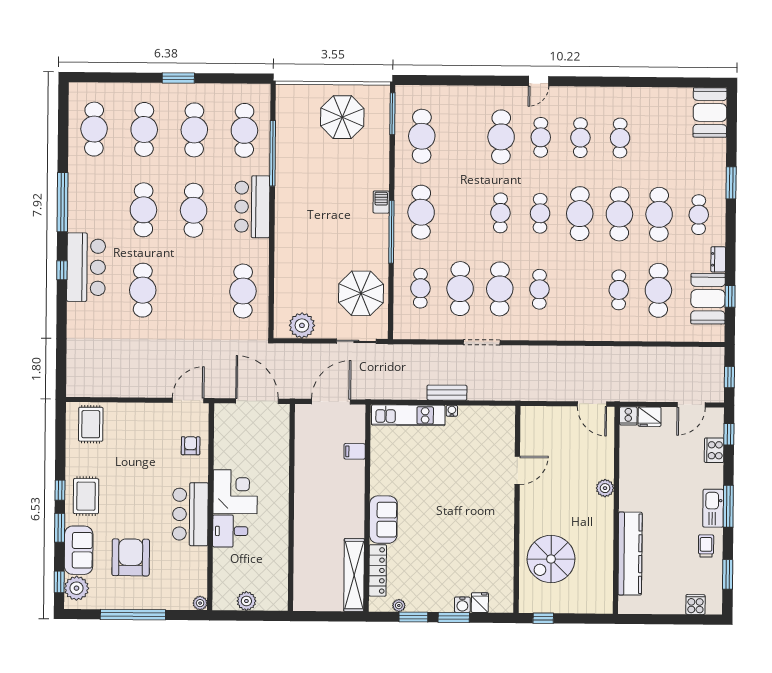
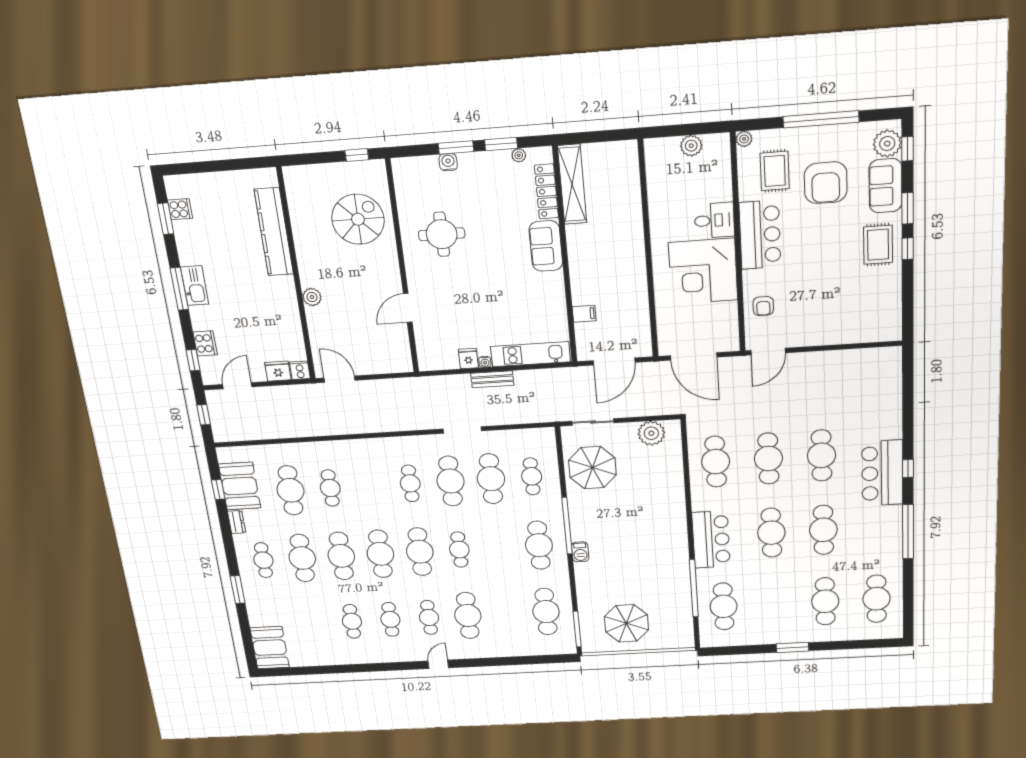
cafe table: (194, 130) -> (768, 459), moved
cafe table: (540, 213) -> (420, 552), width x1.37, depth x1.35
rug: (91, 424) -> (775, 171), moved
corner desk: (235, 492) -> (703, 271), width x1.36, depth x1.36
round table: (477, 539) -> (442, 234), added
trolley: (706, 546) -> (194, 246), removed
fridge: (480, 603) -> (468, 359), moved, turned 180
cooker: (695, 604) -> (180, 209), moved, turned -90

